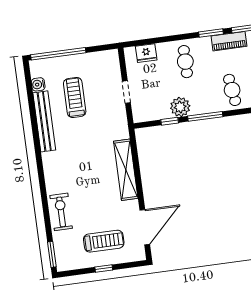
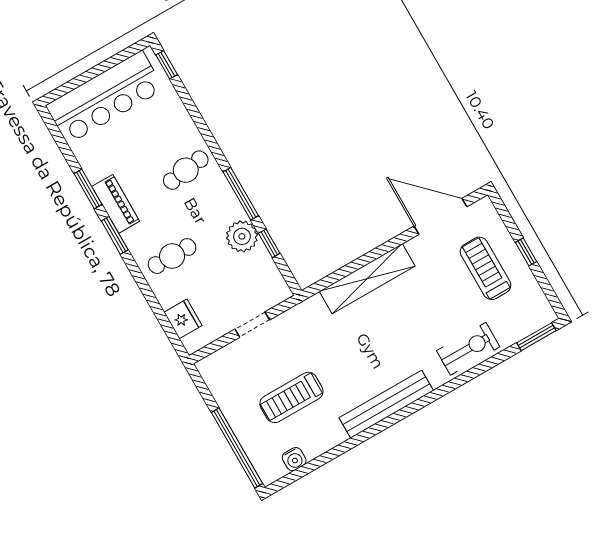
bench: (44, 121) -> (386, 404), moved
exercise bike: (61, 212) -> (468, 349), turned 180

